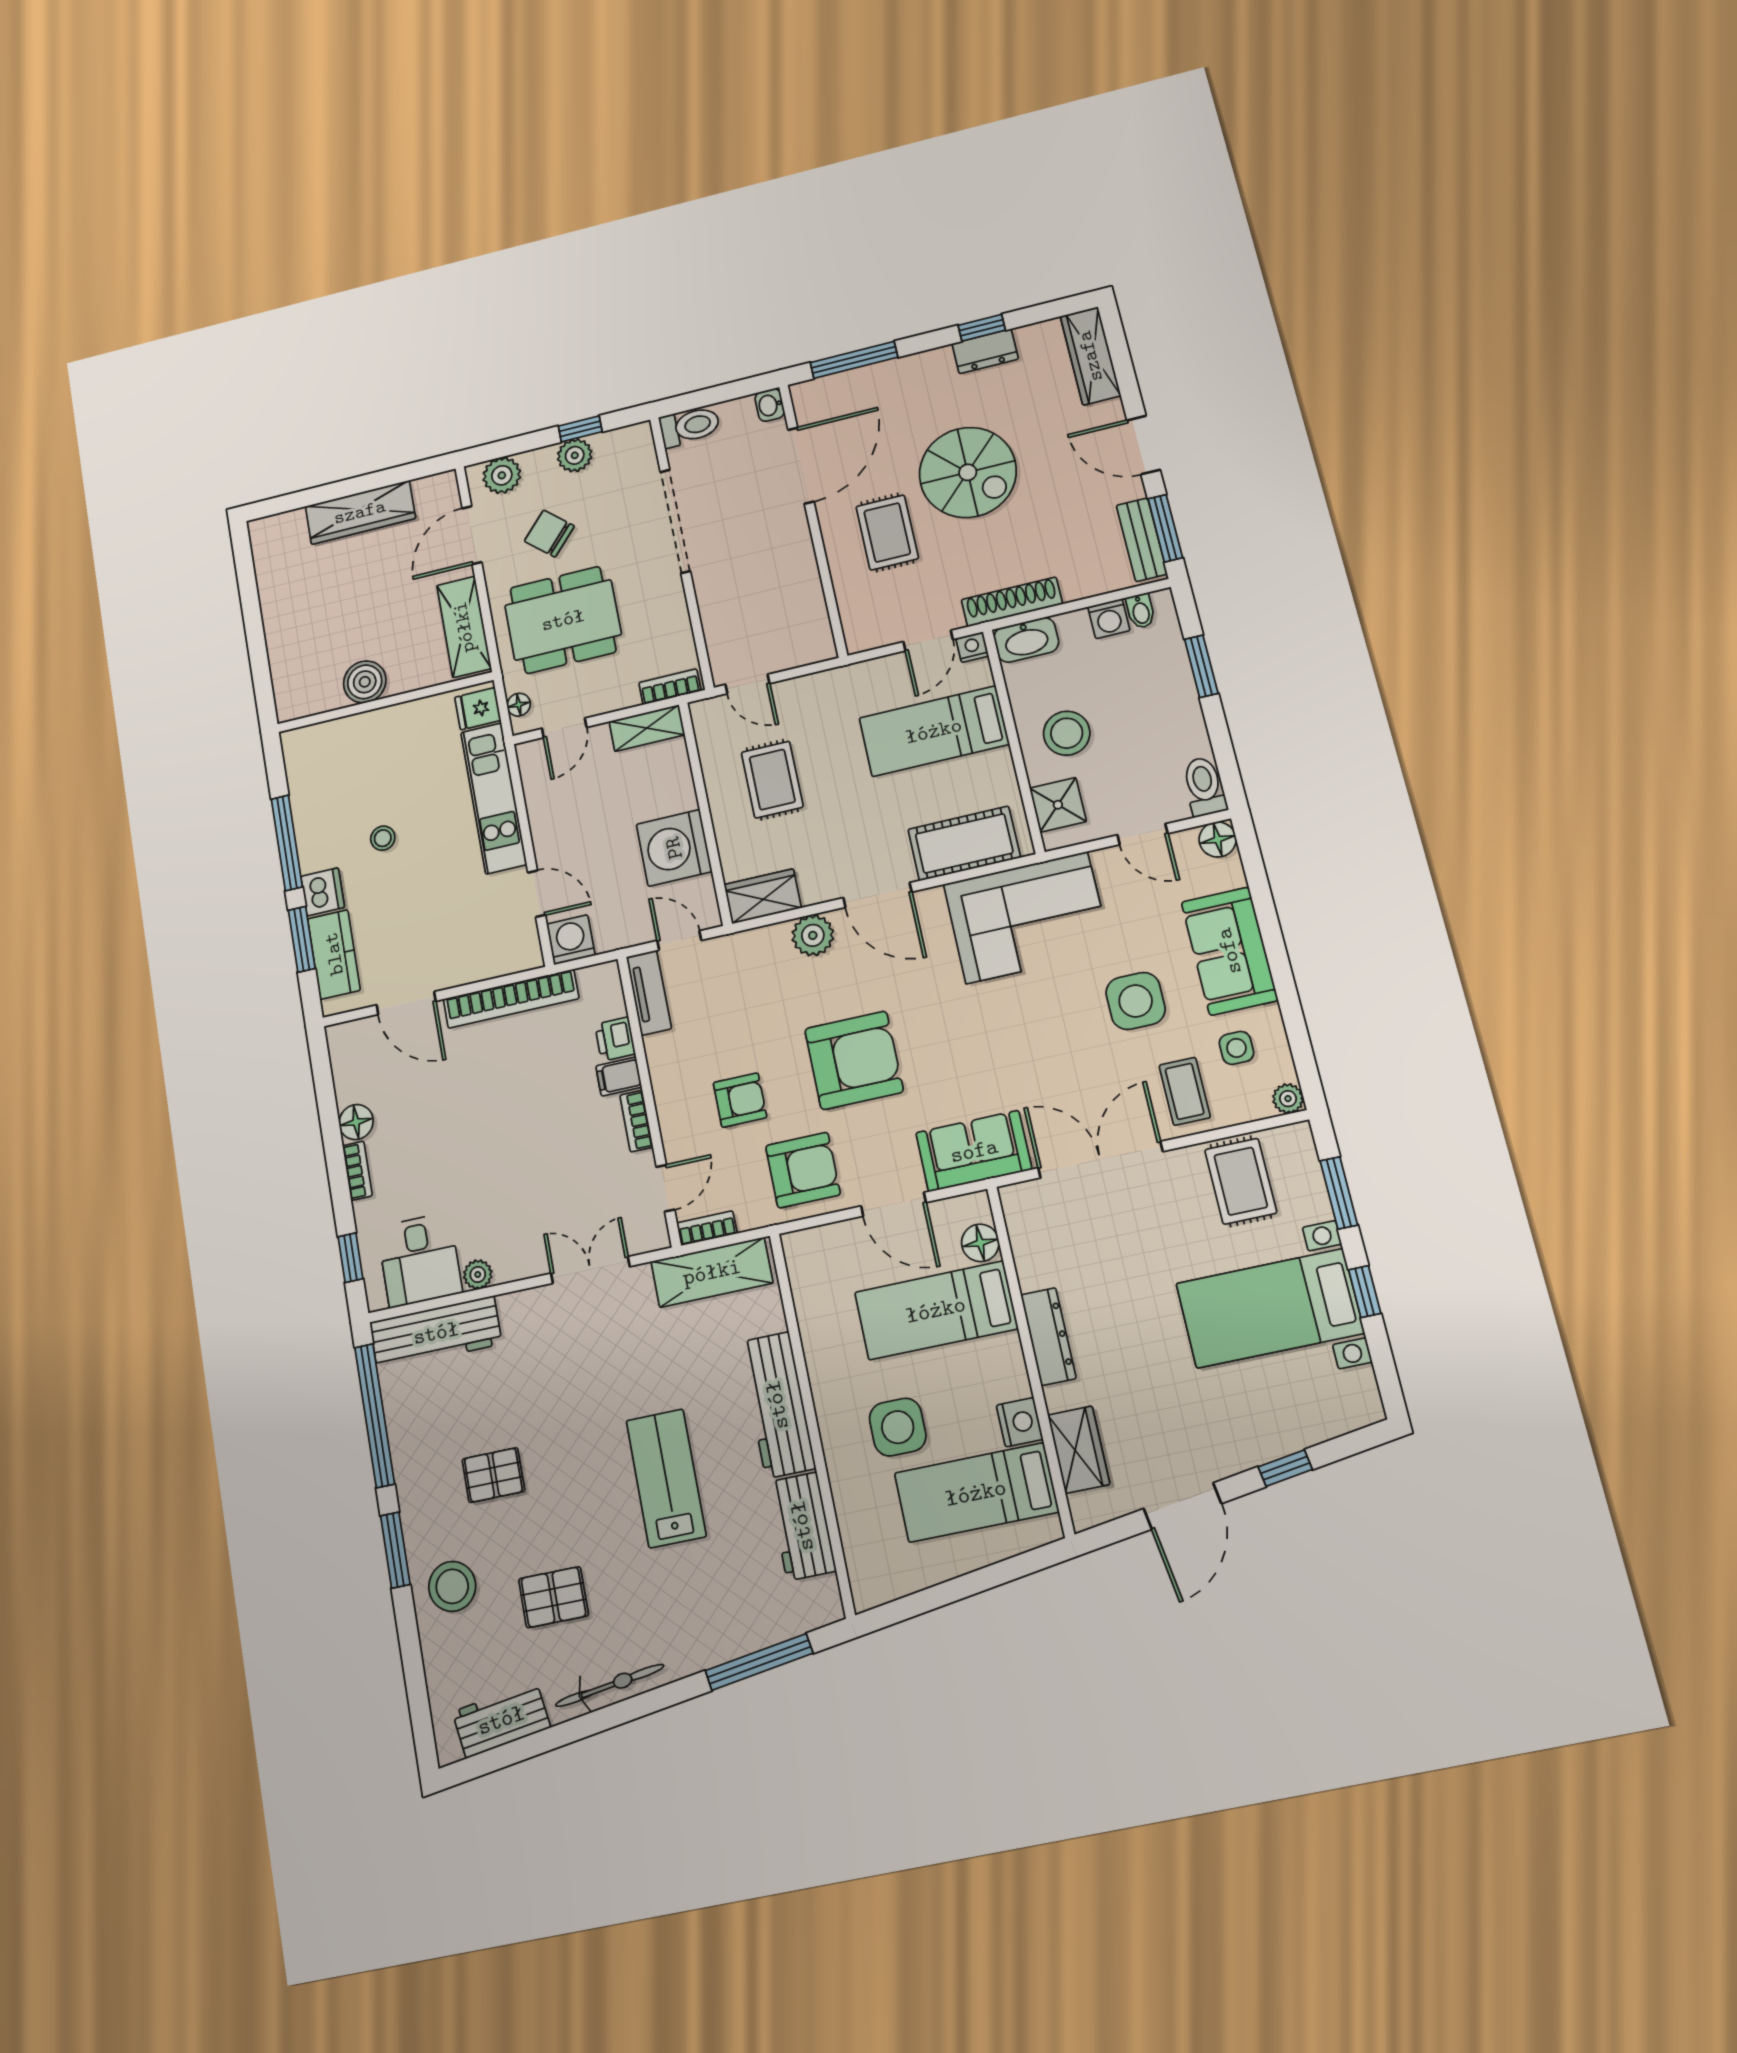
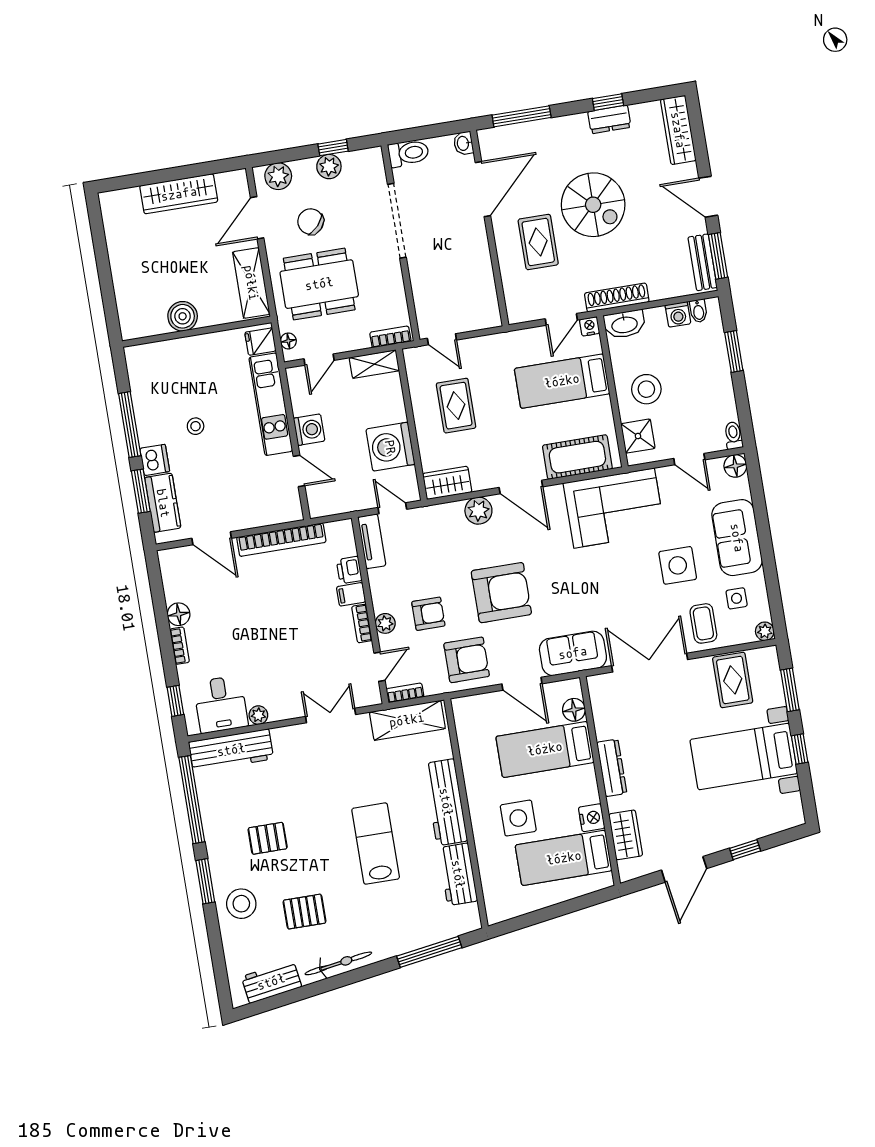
toilet: (1204, 786) -> (733, 435), width x0.73, depth x0.72
washing machine: (571, 940) -> (309, 430), moved, turned 90
plant: (673, 1119) -> (385, 623), added

